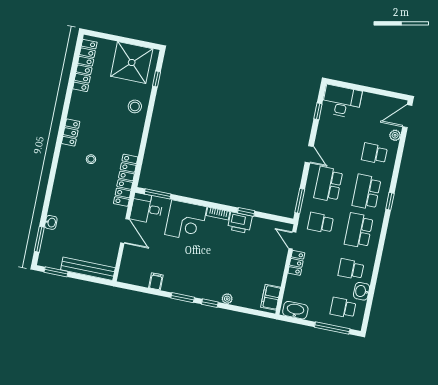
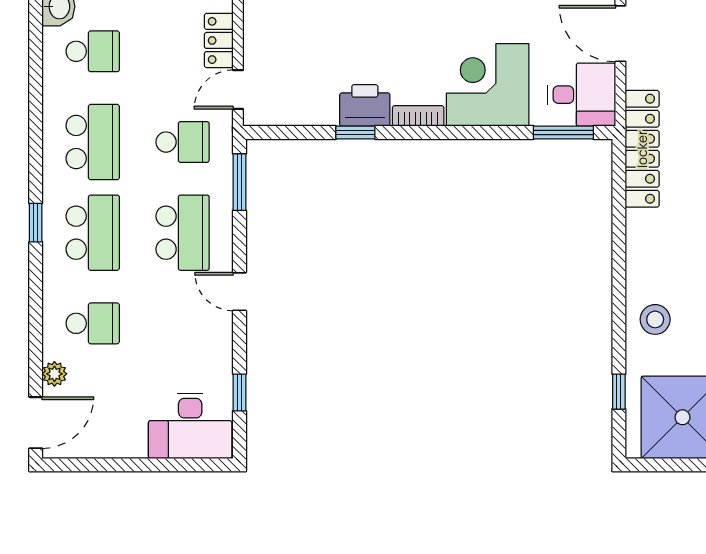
door: (292, 240) -> (238, 89), swing flipped

